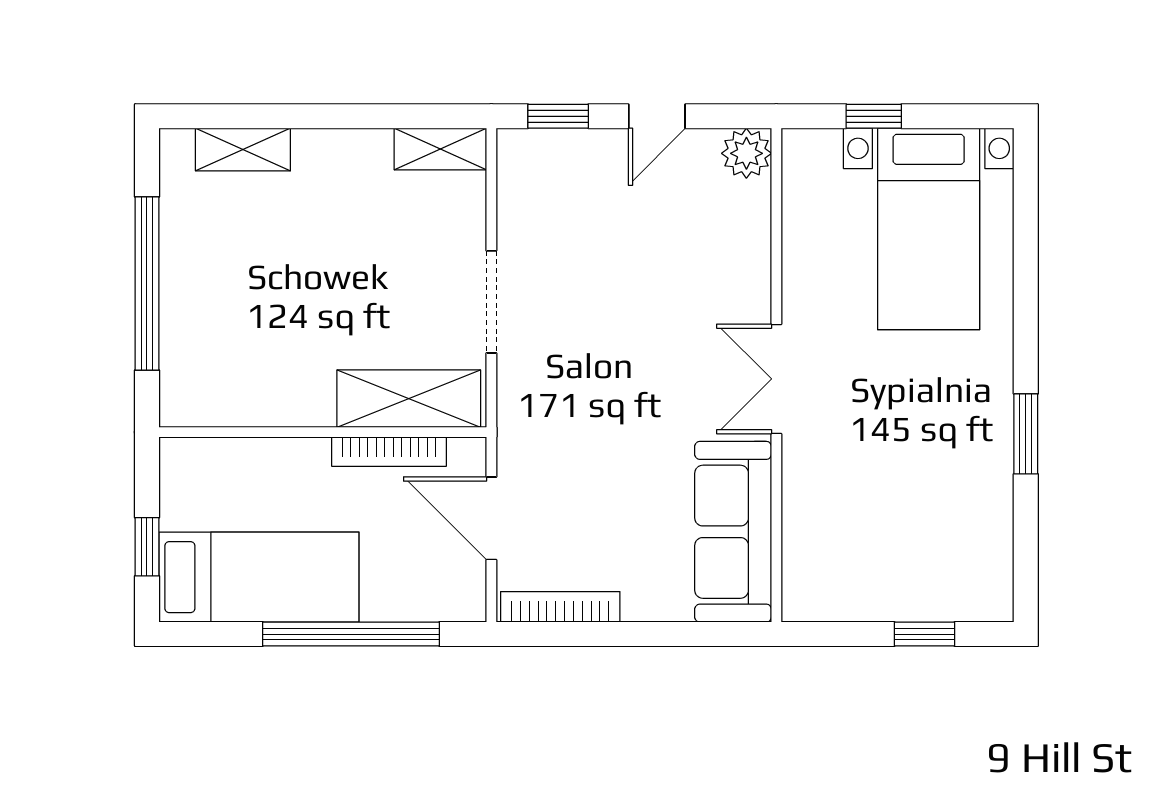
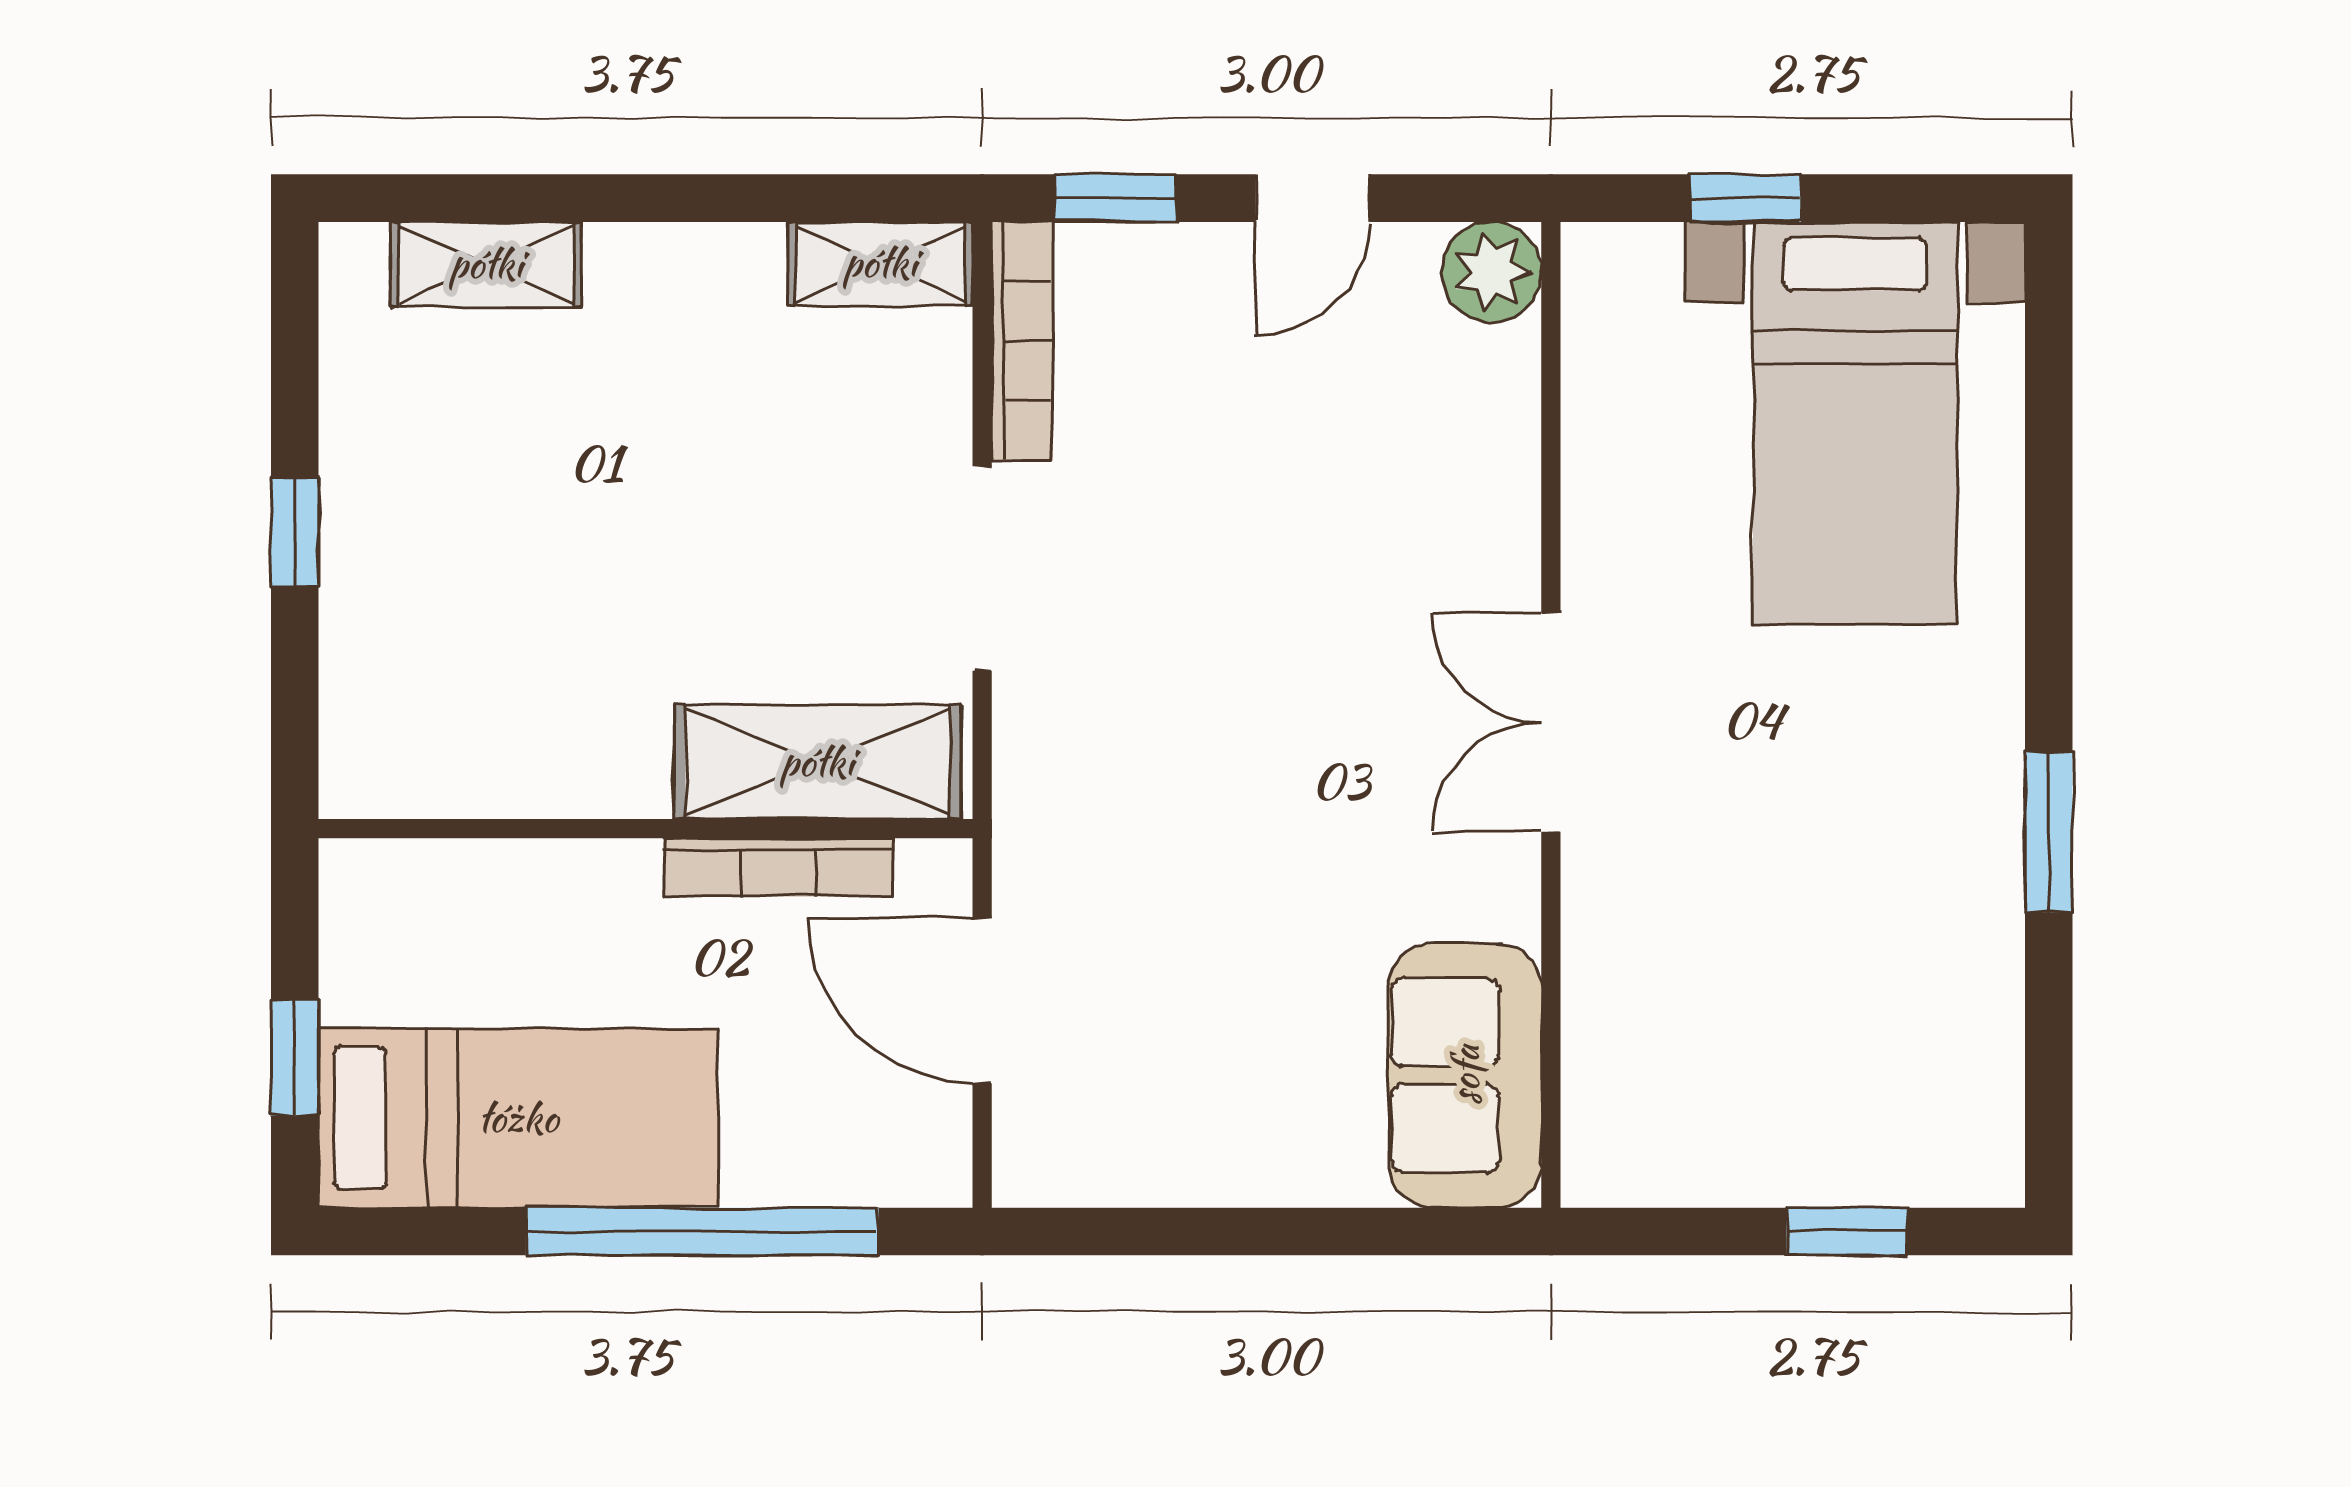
window: (147, 284) -> (295, 532), width x0.32
sofa: (733, 532) -> (1465, 1075), width x0.73
bookcase: (560, 607) -> (1022, 341), moved, turned 90

